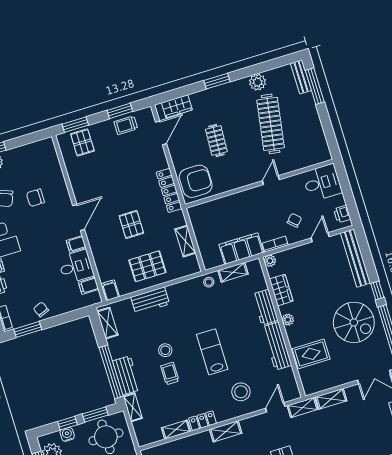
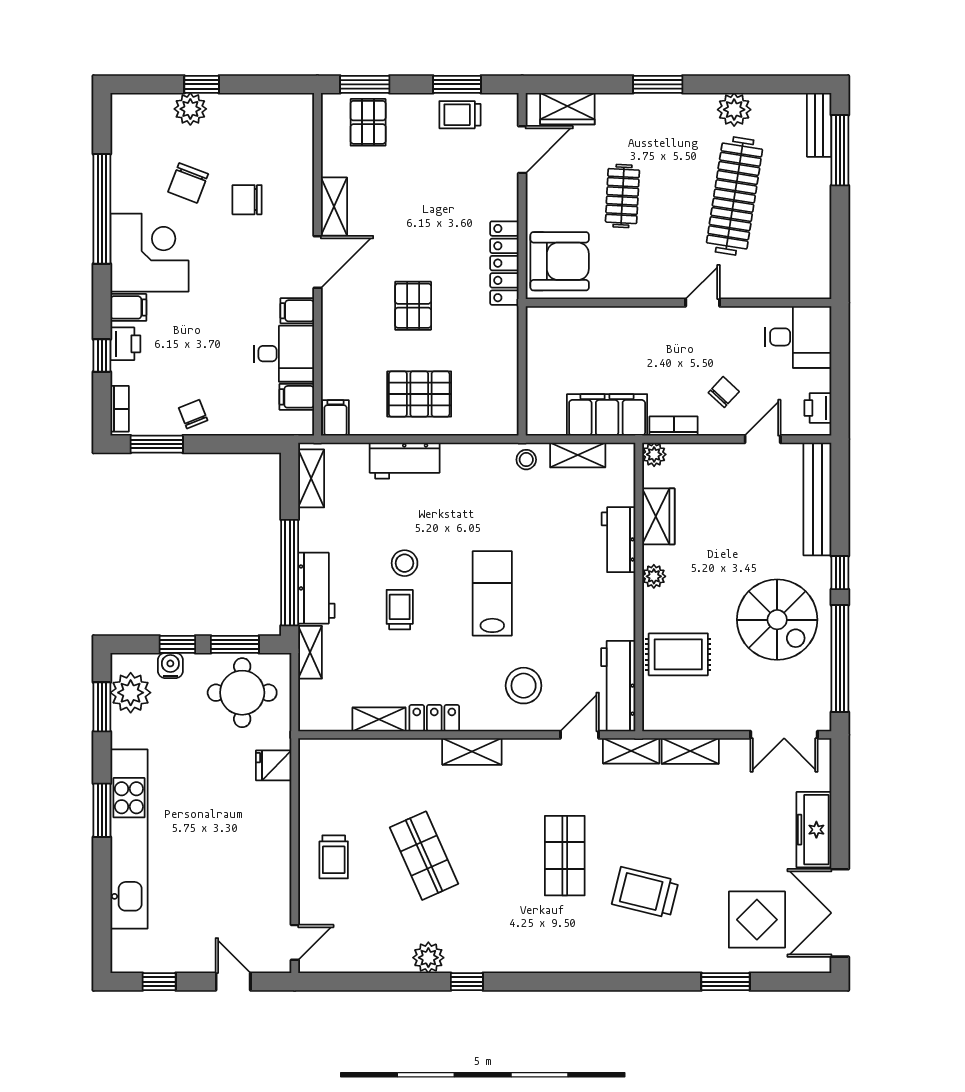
shelving: (185, 241) -> (334, 207), moved
workbench: (277, 346) -> (618, 686), moved

